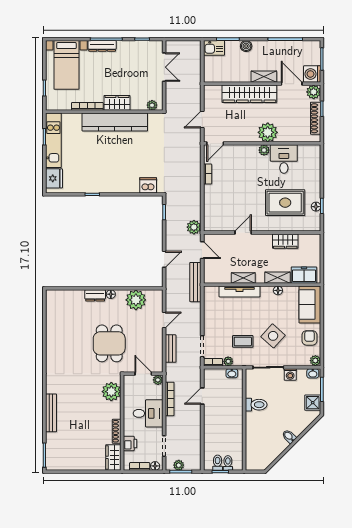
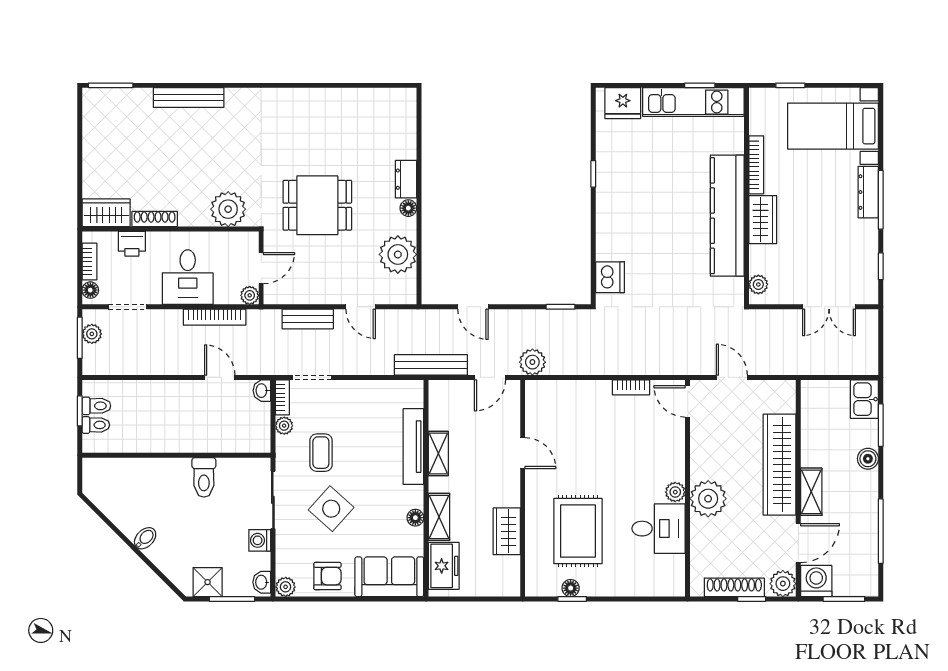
washbasin: (232, 373) -> (262, 391), moved

